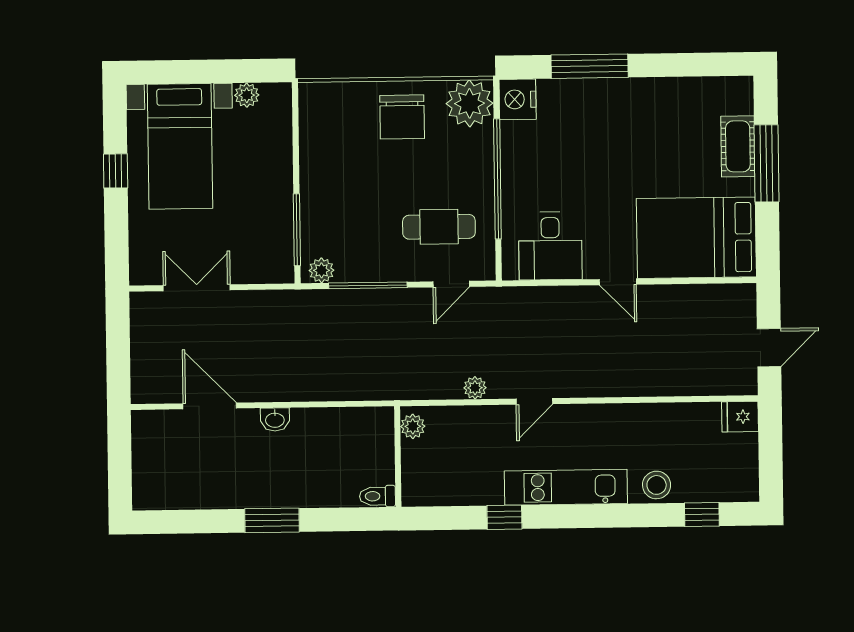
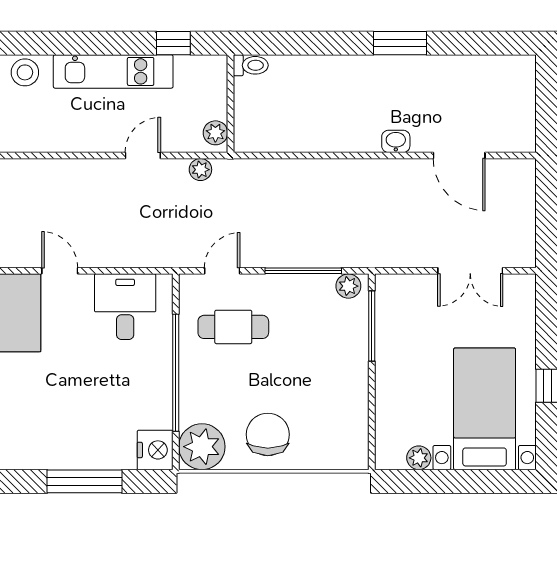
plant: (413, 426) -> (215, 133), moved
wall: (398, 457) -> (230, 104), moved
toilet: (378, 496) -> (251, 65), moved

